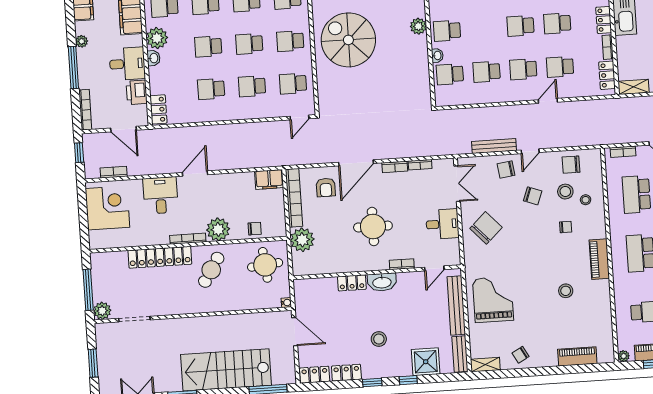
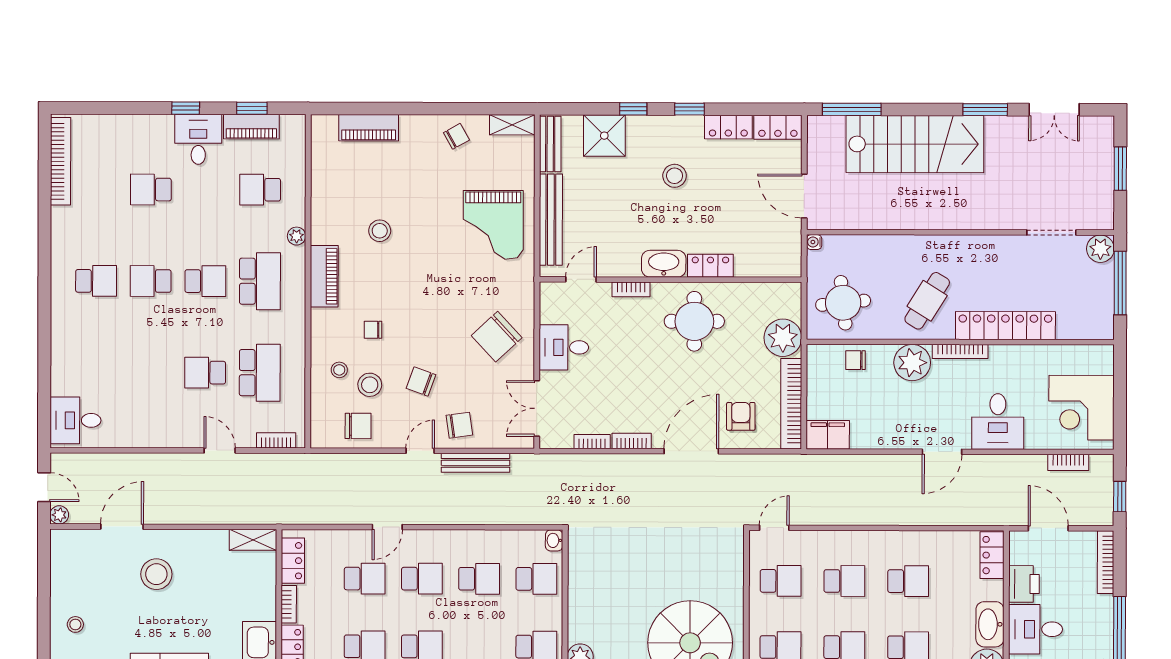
washbasin: (437, 55) -> (554, 540), moved
washbasin: (154, 58) -> (990, 624), width x1.91, depth x1.45
round table: (373, 227) -> (694, 321), moved
plant: (624, 356) -> (297, 236), moved

